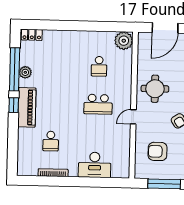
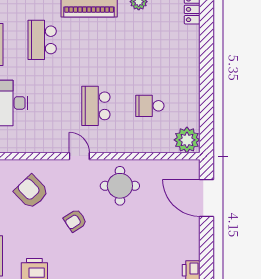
school desk: (51, 141) -> (42, 40), width x1.85
armchair: (158, 151) -> (31, 192), turned -44

